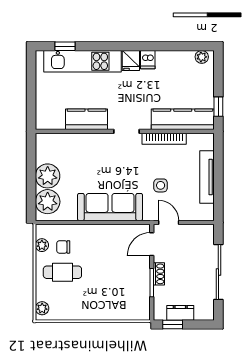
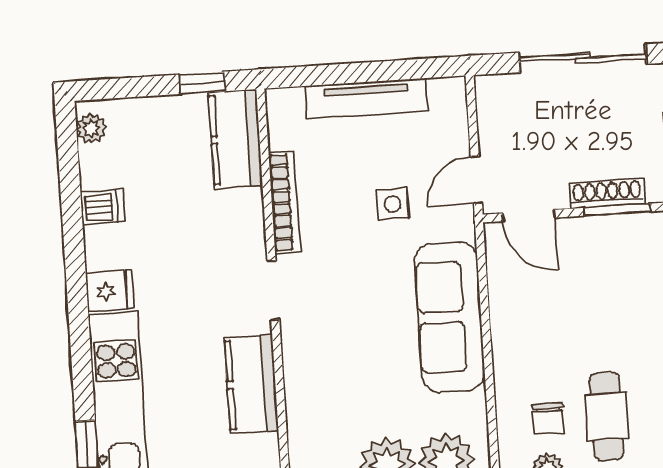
dishwasher: (148, 60) -> (102, 207), moved
kitchen counter: (183, 119) -> (235, 139), width x0.67
shoe rack: (159, 274) -> (607, 194), width x1.43

